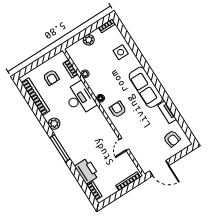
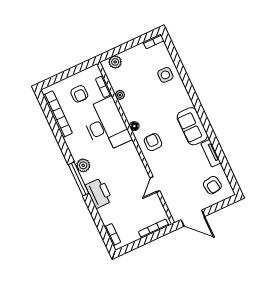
plant: (89, 40) -> (115, 62), moved
sofa: (146, 87) -> (192, 126), width x0.73
desk: (80, 99) -> (106, 125), width x1.36, depth x1.30
plant: (54, 124) -> (83, 165), moved
printer: (87, 171) -> (99, 193), moved

